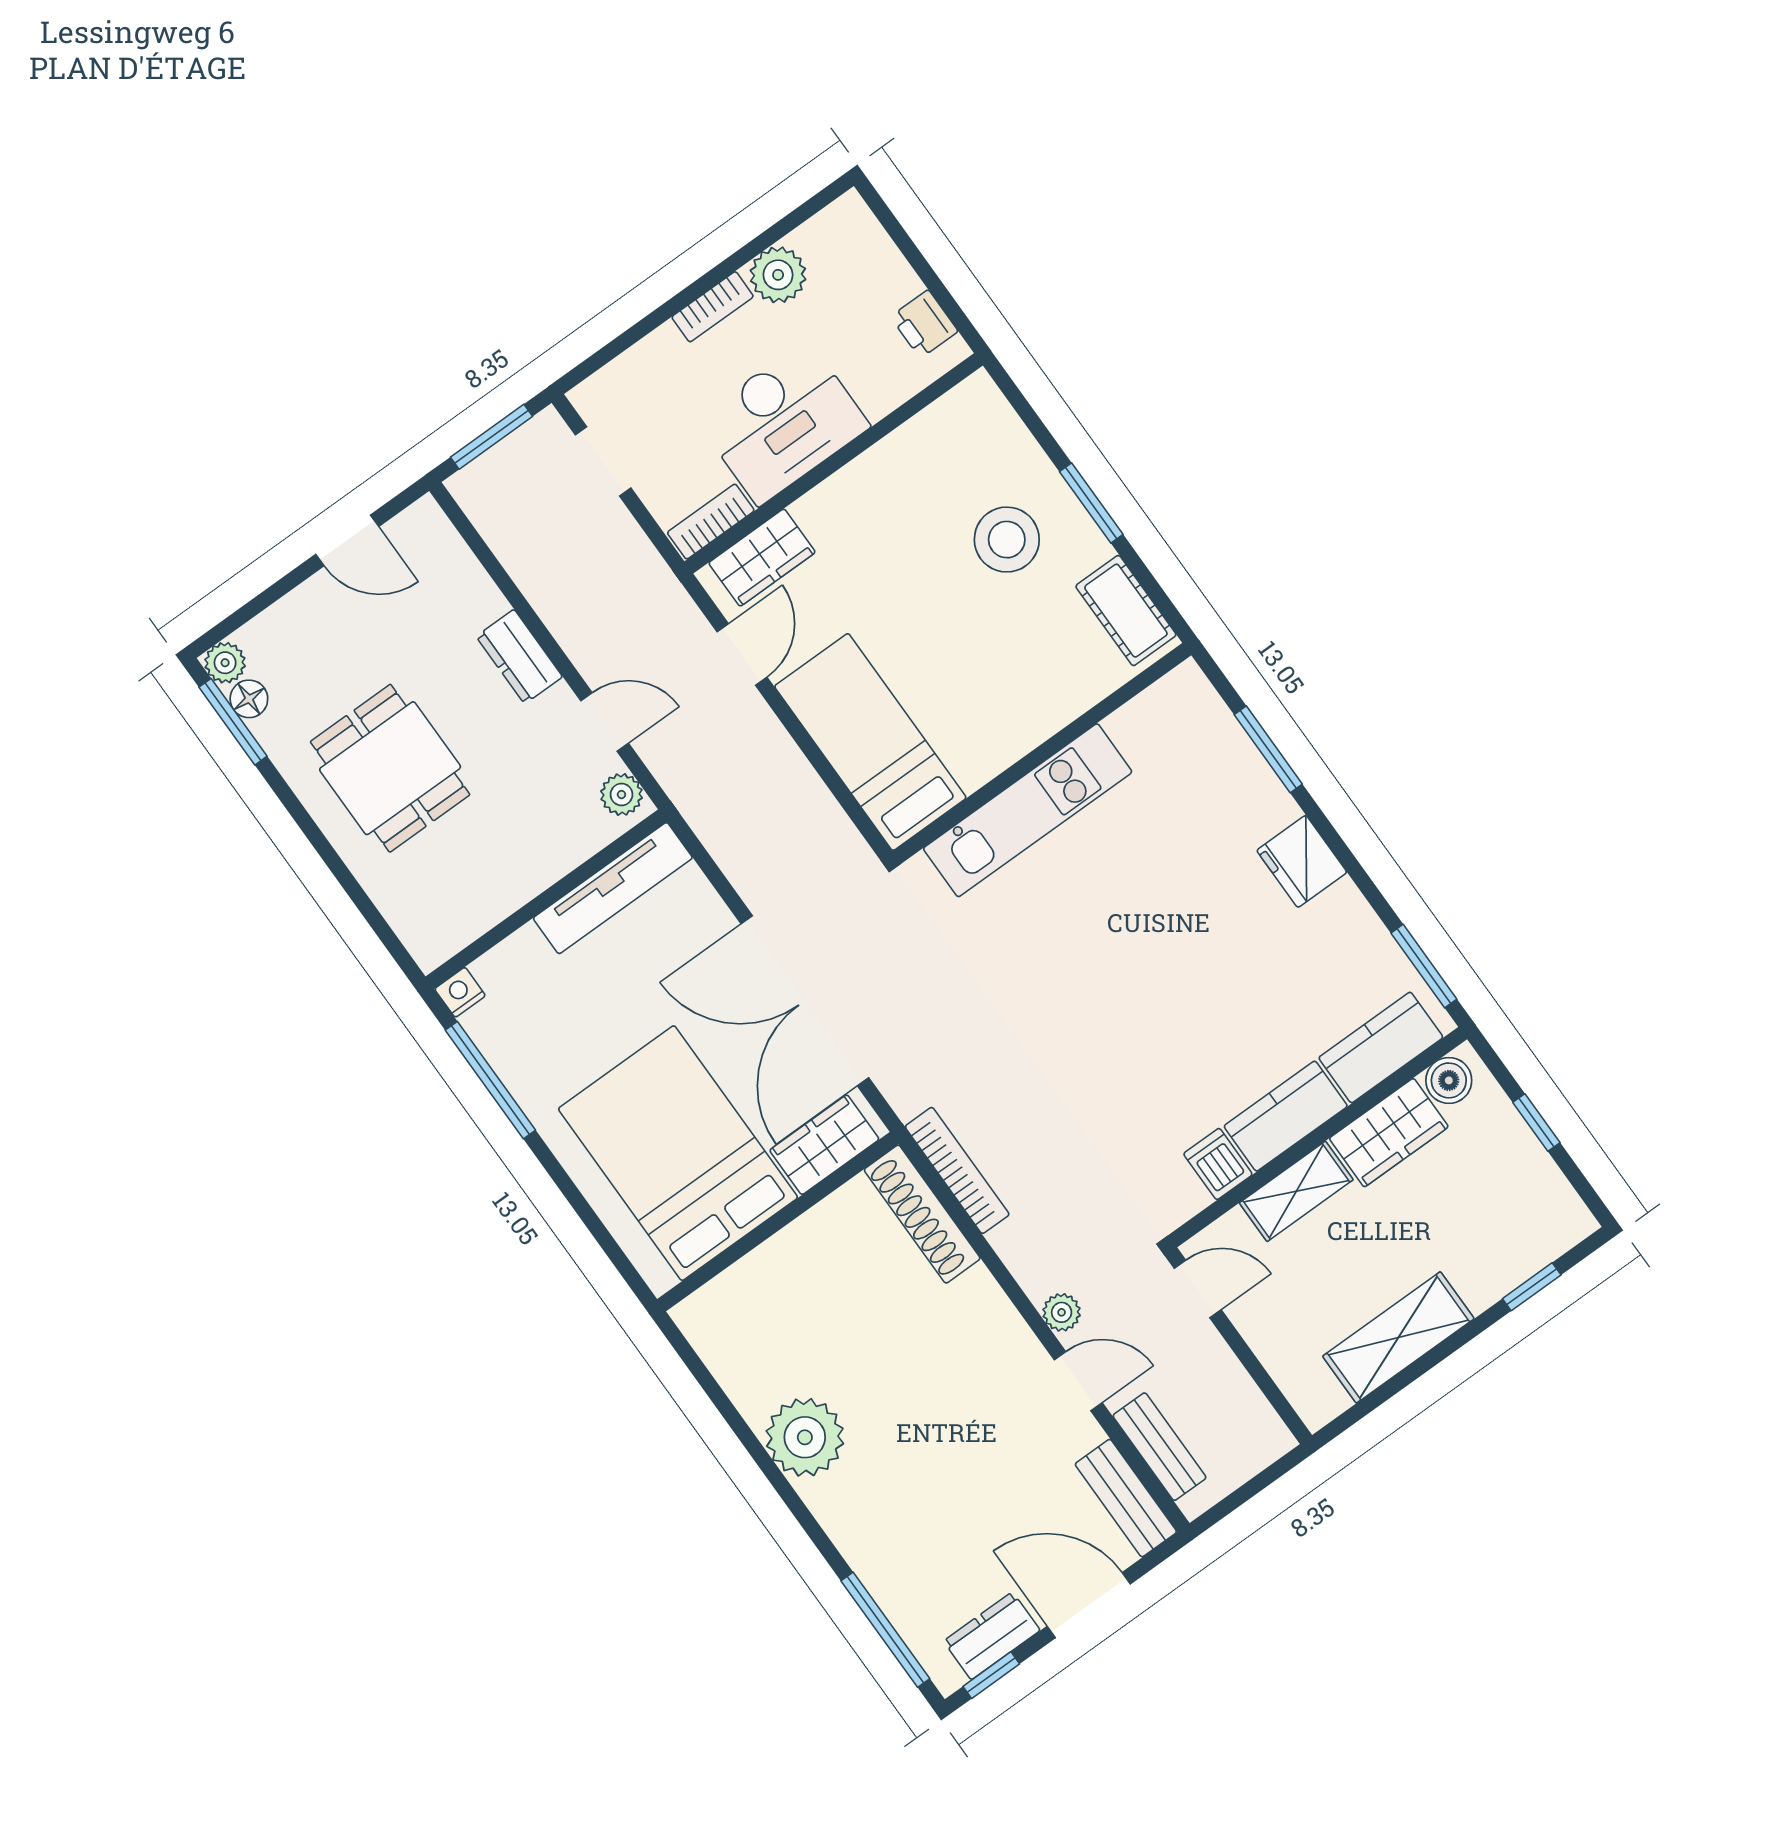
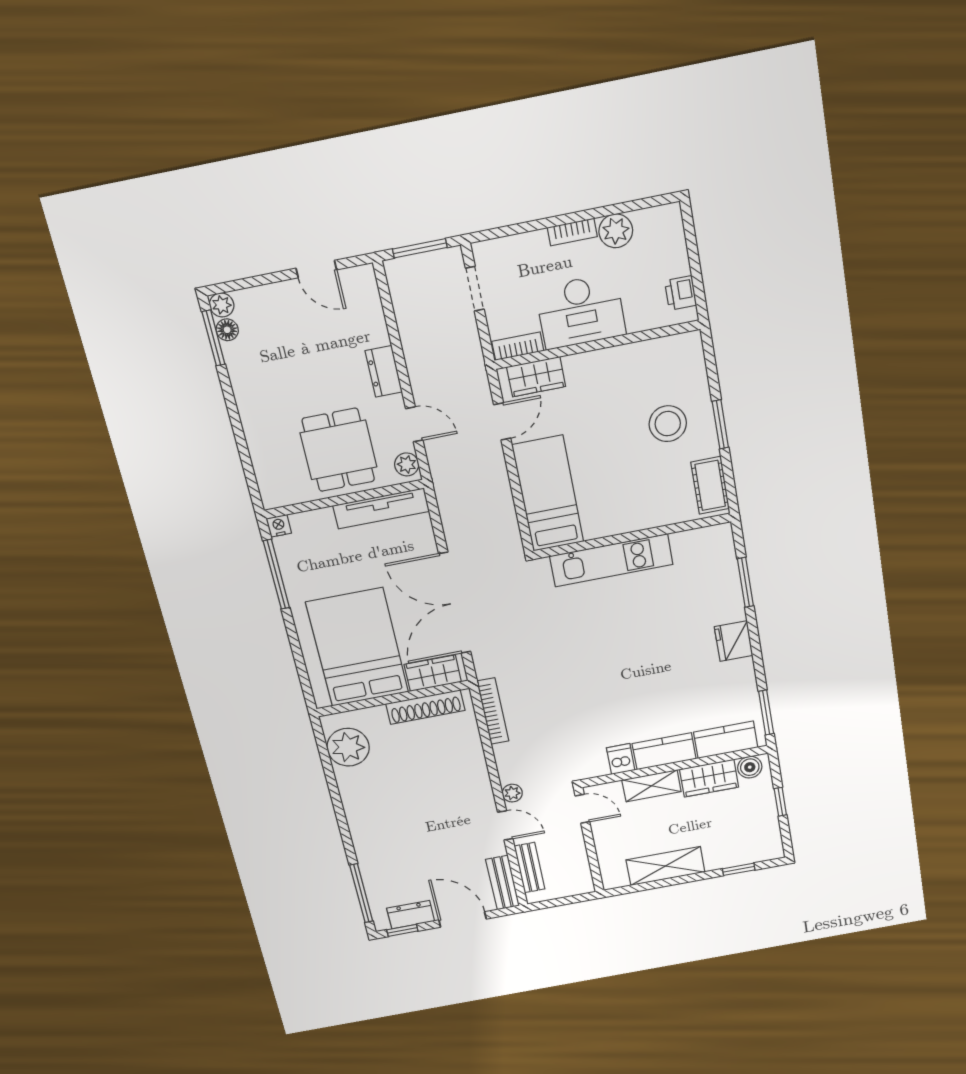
dining table: (390, 768) -> (338, 450), moved
shoe rack: (922, 1214) -> (425, 707), moved, turned -90
plant: (805, 1437) -> (348, 747), moved

